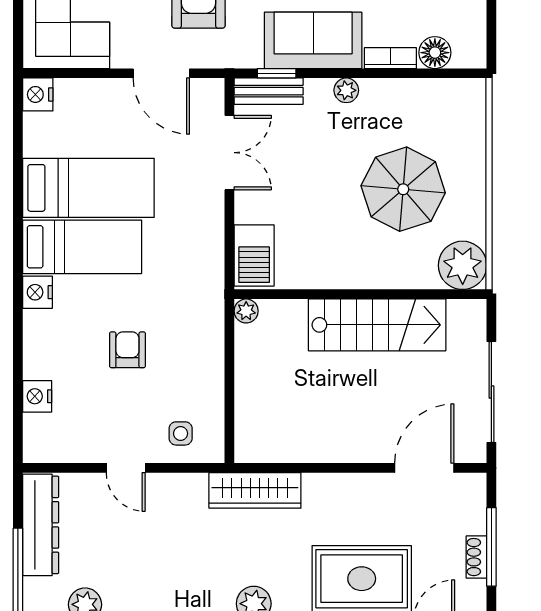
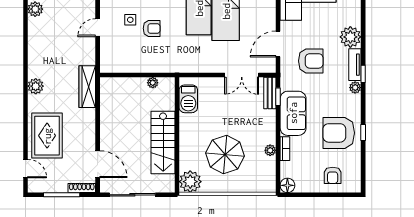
floor lamp: (435, 53) -> (287, 185), moved
plant: (346, 90) -> (270, 150), moved
barbecue: (254, 255) -> (188, 99), moved, turned -90
plant: (246, 311) -> (153, 83), moved
side table: (181, 433) -> (130, 20), moved
shoe rack: (476, 557) -> (82, 188), moved, width x1.43

